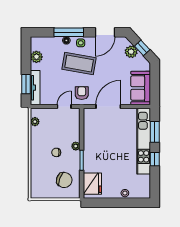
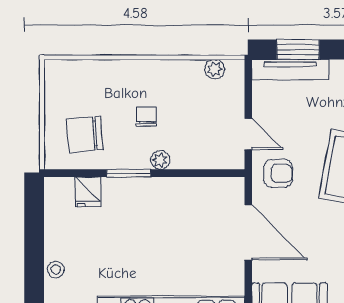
chair: (64, 180) -> (85, 134), turned 64
fridge: (92, 184) -> (88, 192), width x0.53, depth x0.75

